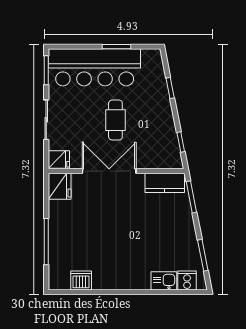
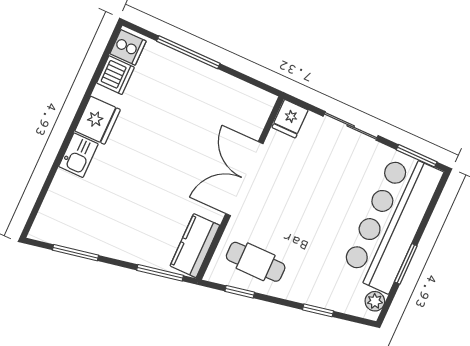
plant: (149, 55) -> (375, 301), added
cafe table: (115, 120) -> (256, 262), moved
double door: (109, 171) -> (244, 179), swing flipped
fridge: (60, 186) -> (98, 120), moved, turned -90
cooker: (187, 280) -> (128, 47), moved
kitchen sink: (164, 281) -> (78, 155), moved

